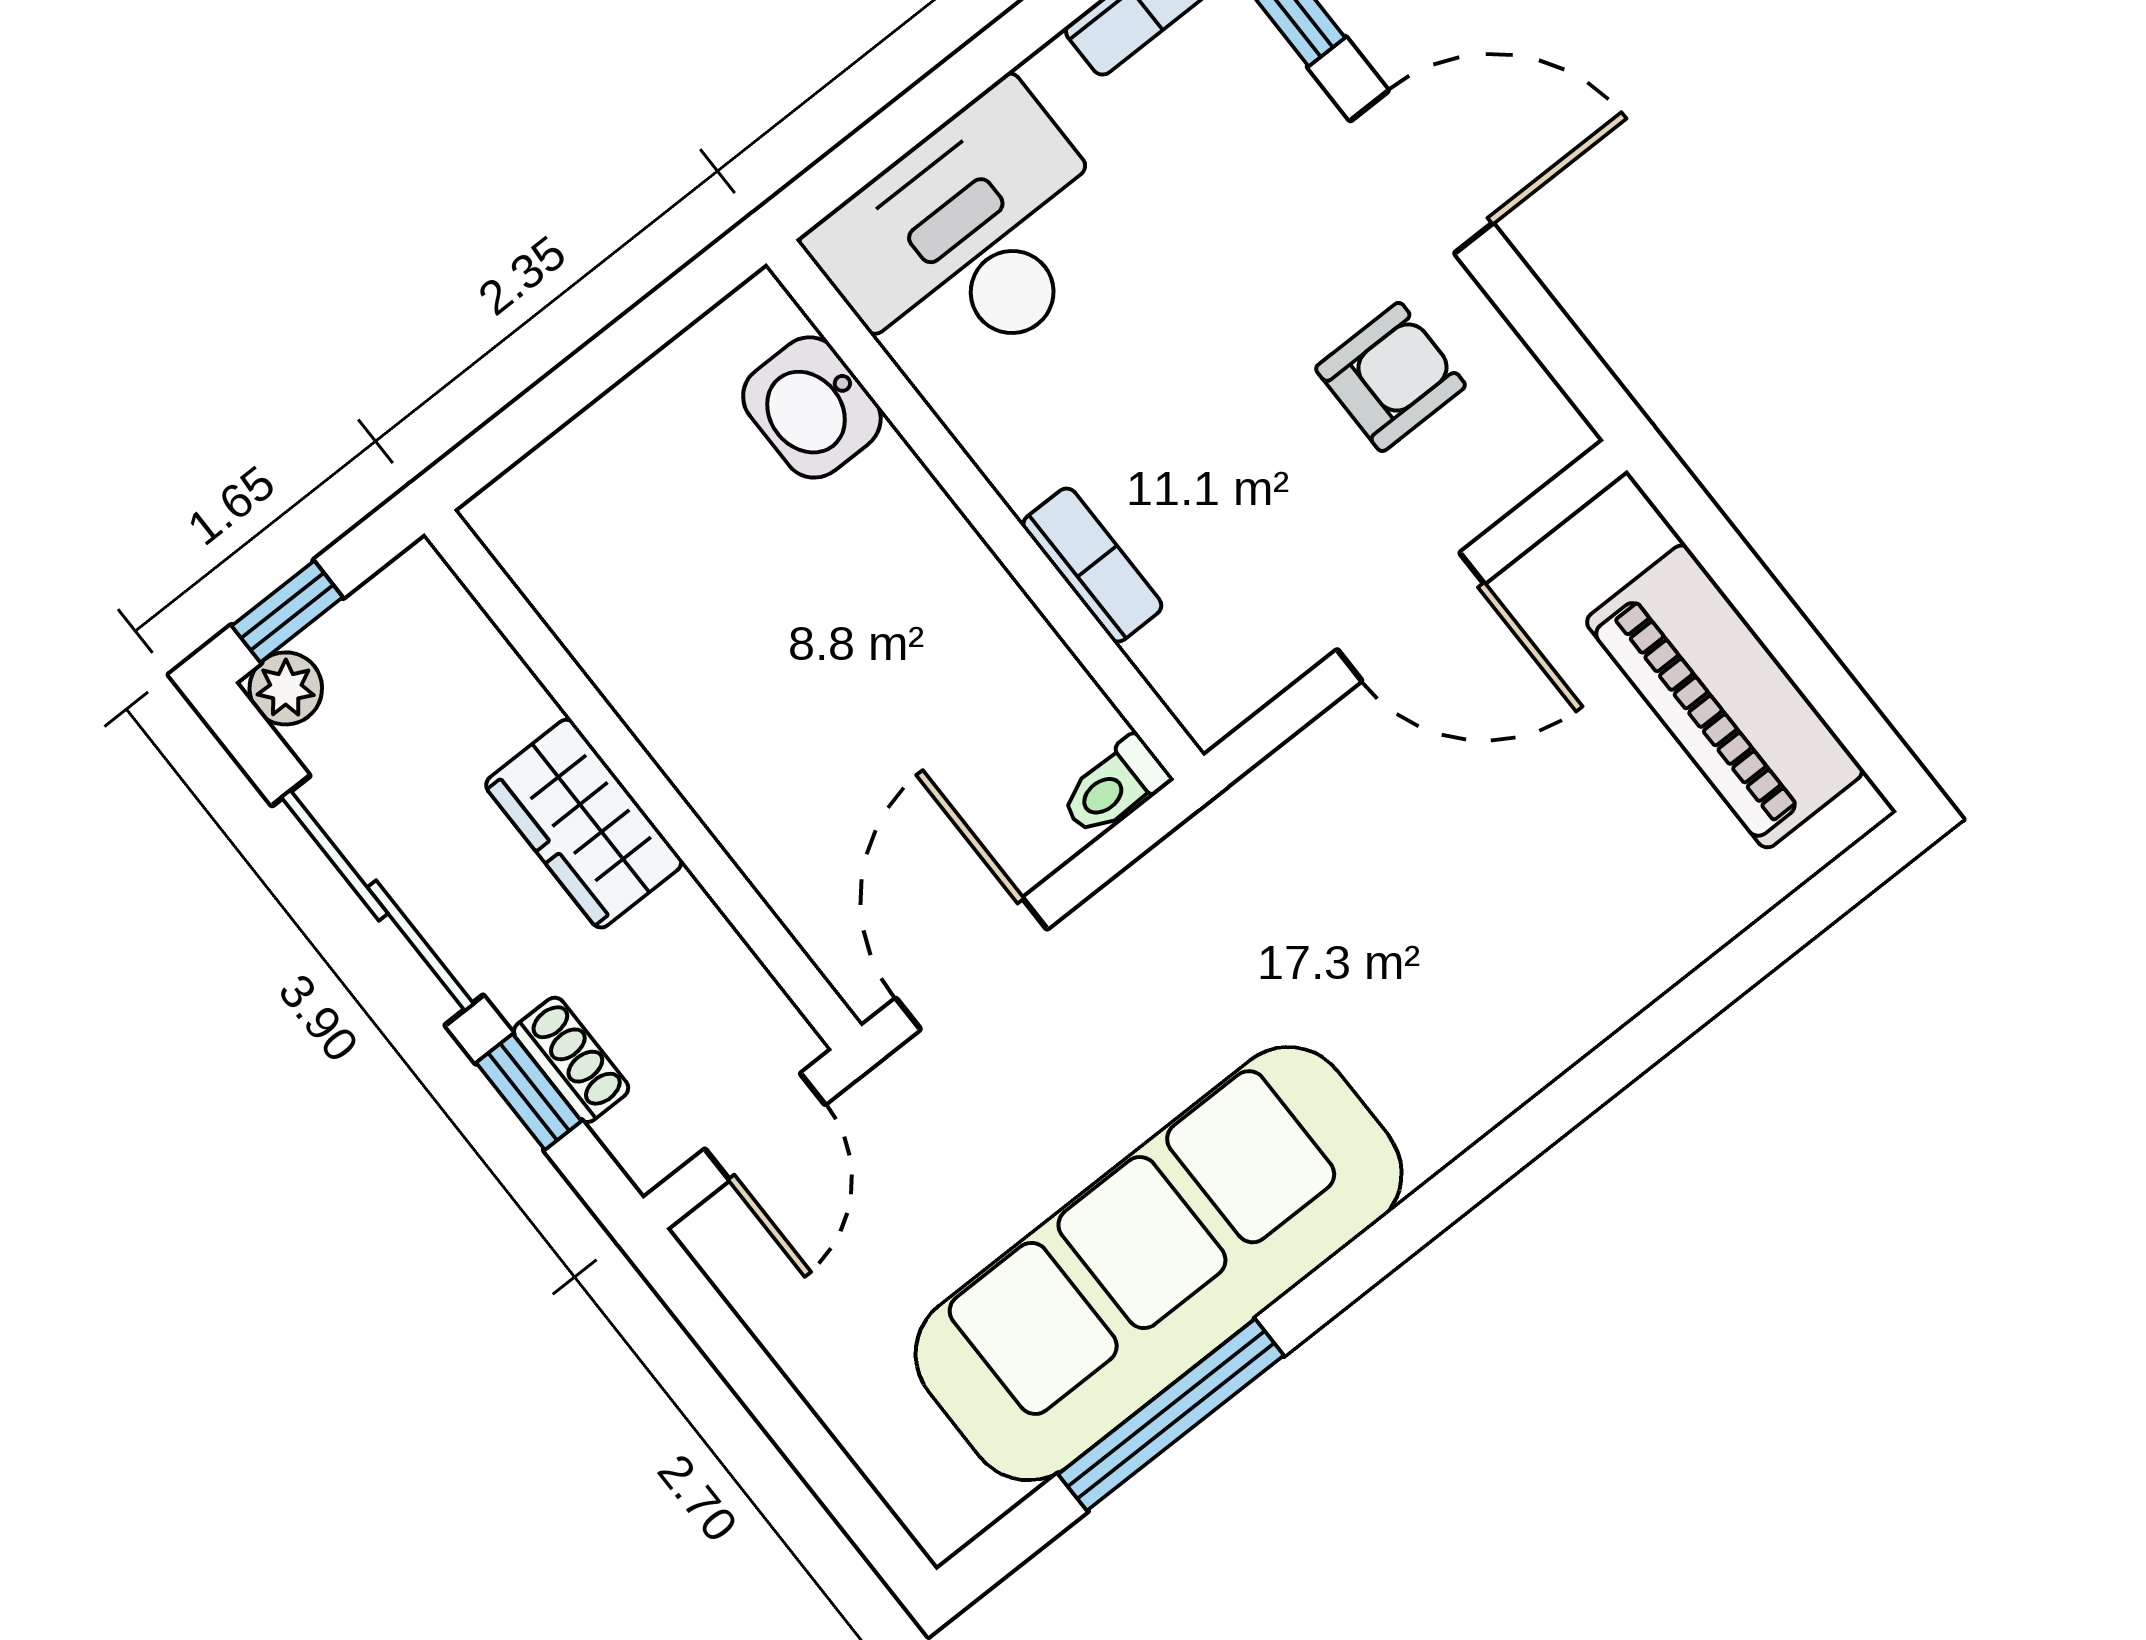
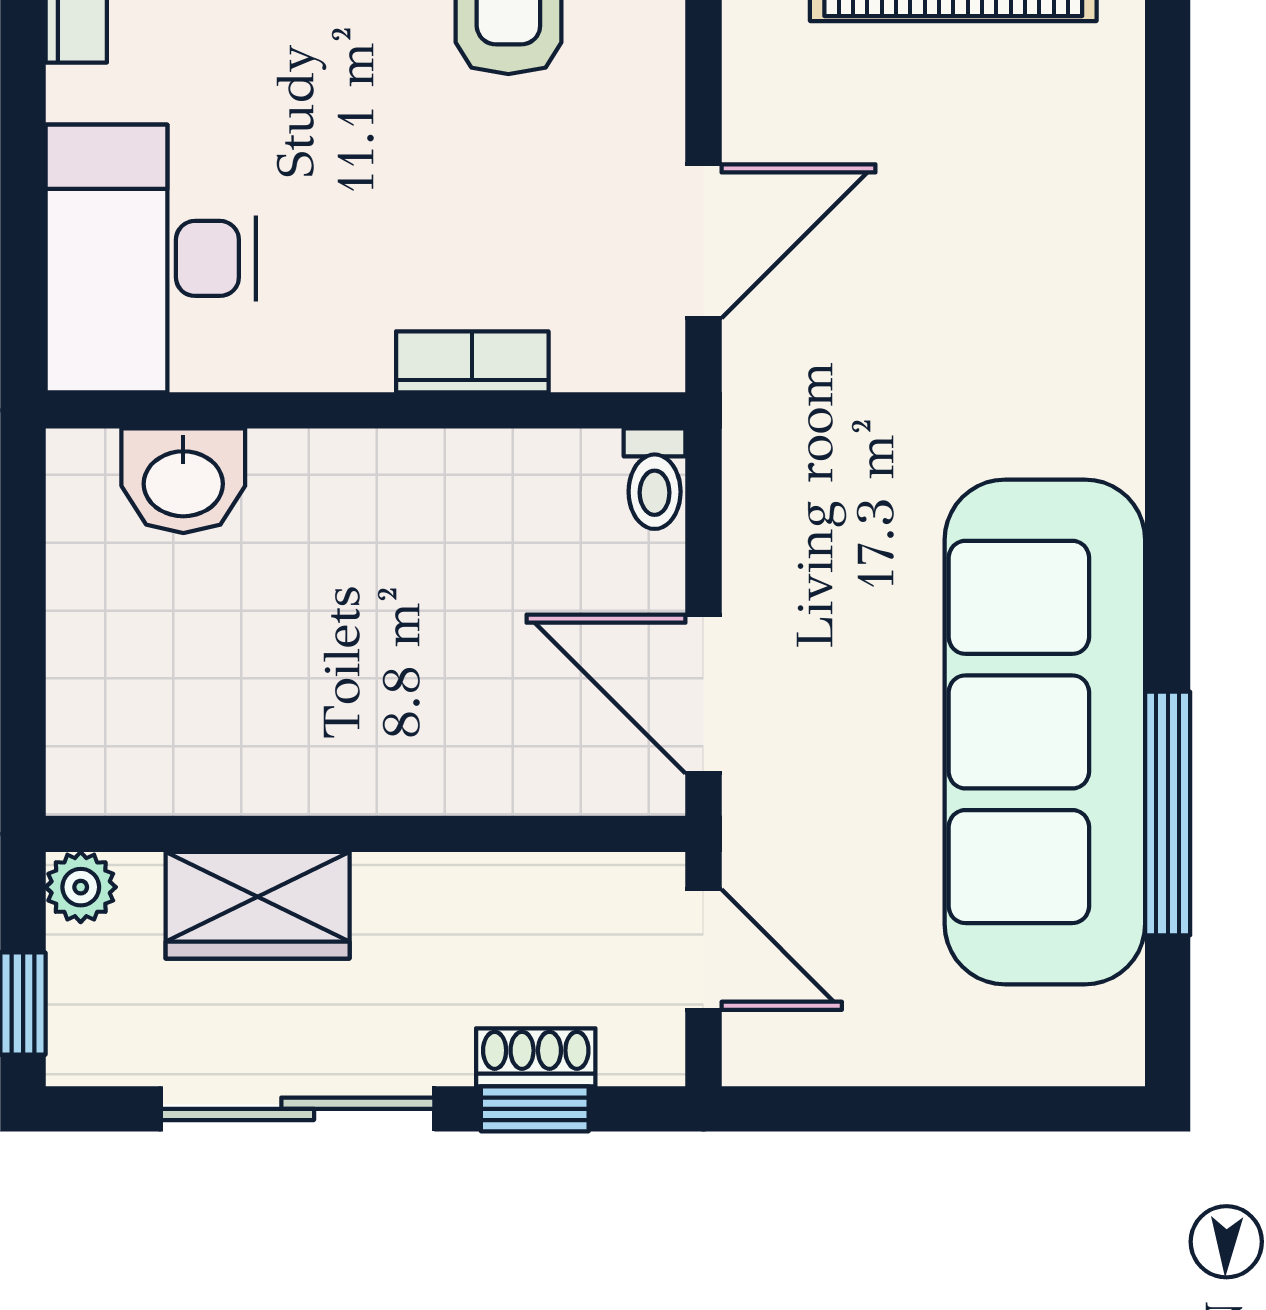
door: (1411, 617) -> (704, 241), moved
plant: (286, 688) -> (81, 887), moved
wardrobe: (584, 824) -> (258, 905), moved

